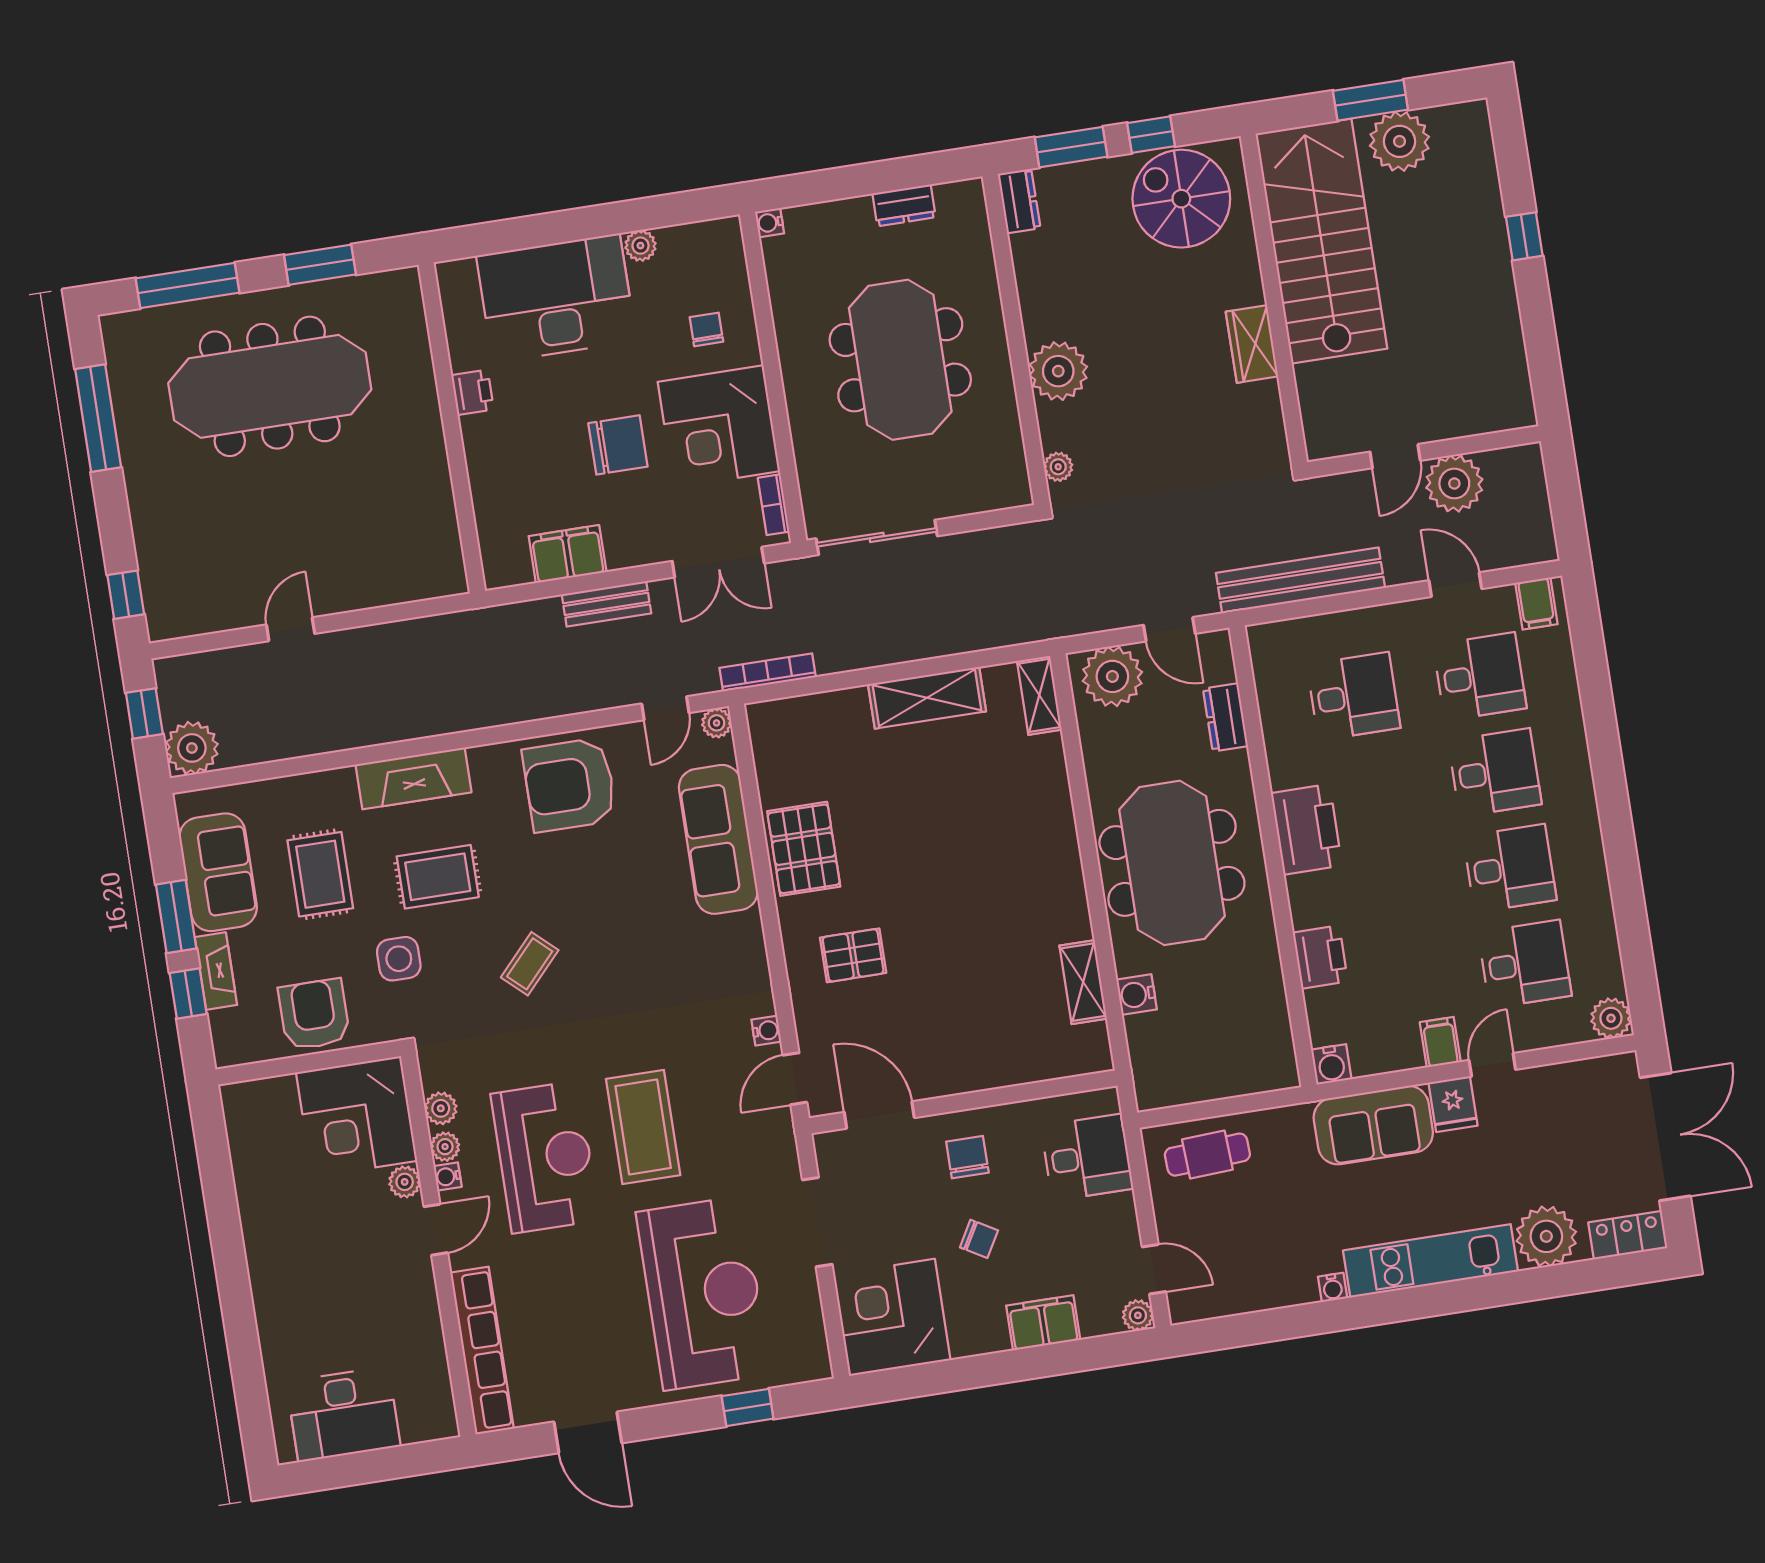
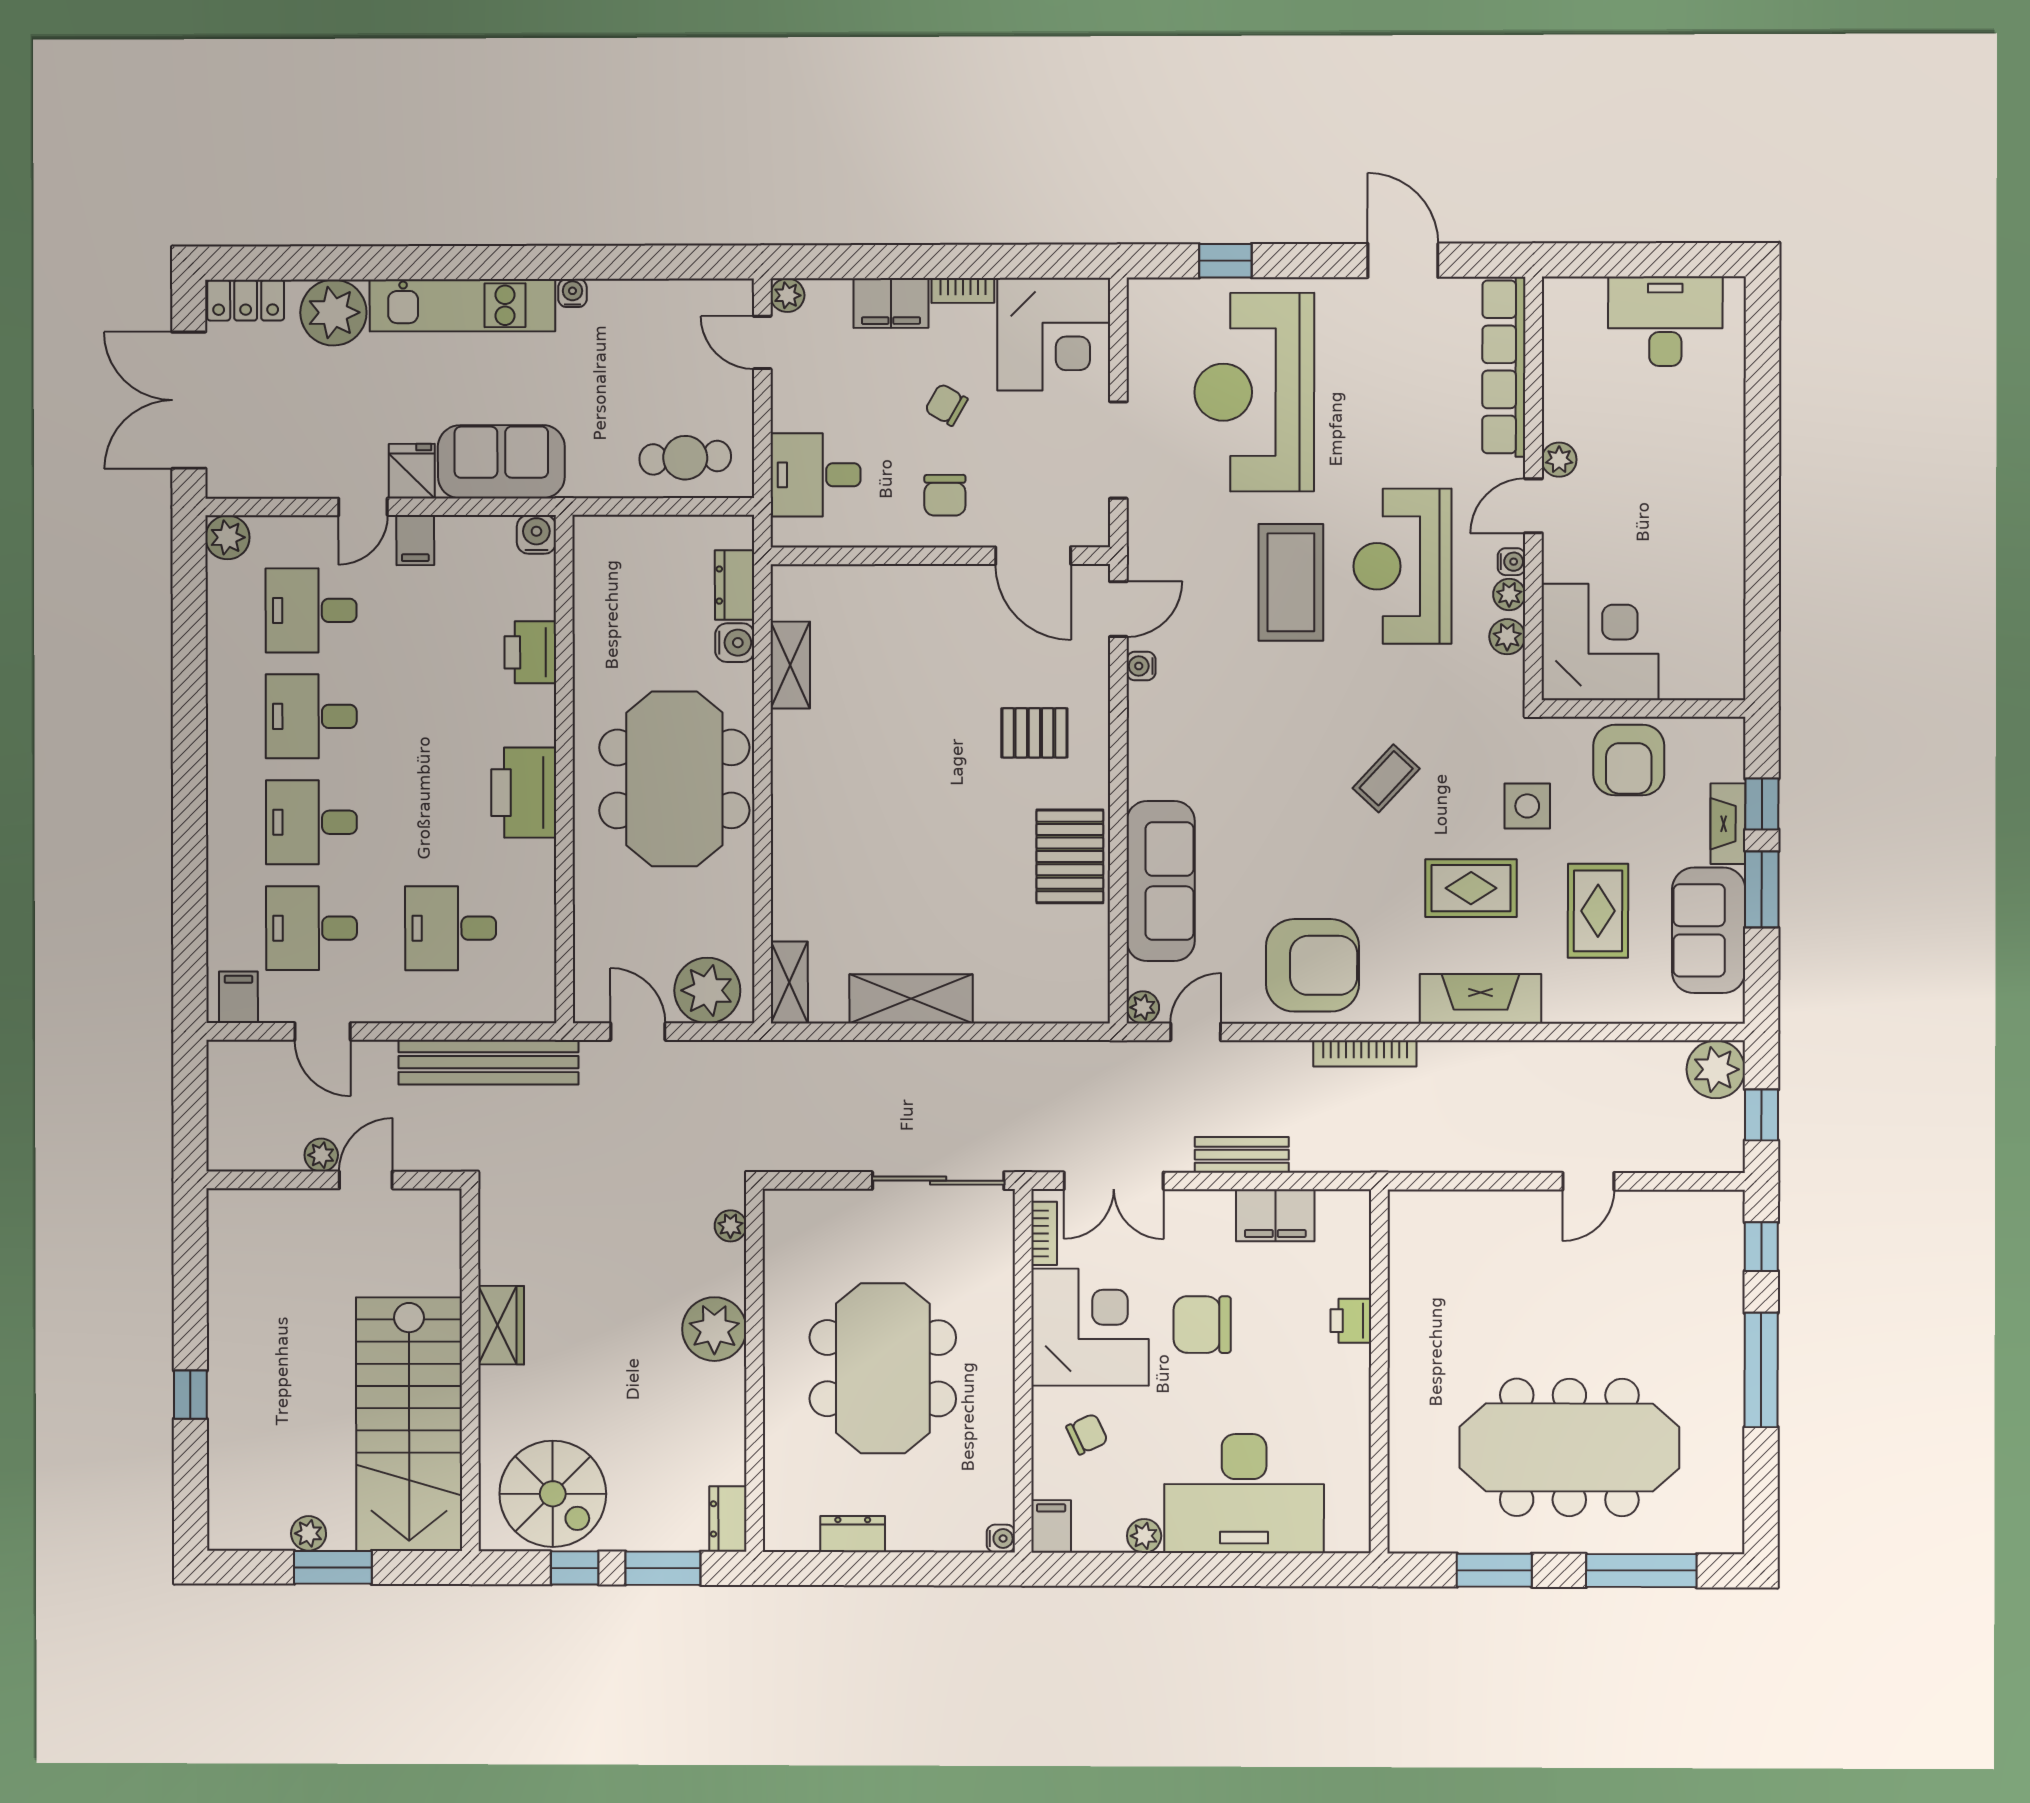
plant: (1400, 141) -> (309, 1533), width x0.53, depth x0.53
filing cabinet: (726, 241) -> (1051, 1526), added
chair: (706, 329) -> (1087, 1434), turned -115
printer: (473, 392) -> (1351, 1321), moved
window: (98, 418) -> (1761, 1370), moved
plant: (1454, 484) -> (321, 1155), width x0.53, depth x0.53
double door: (718, 562) -> (1114, 1181), swing flipped
bookcase: (768, 672) -> (1365, 1053), moved
dresser: (1225, 717) -> (735, 585), moved, turned 180
plant: (405, 1182) -> (1559, 460), moved
bookcase: (980, 1344) -> (963, 291), added

